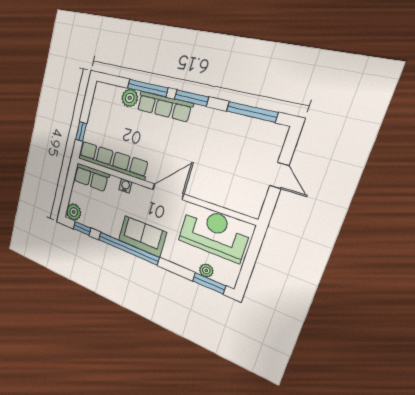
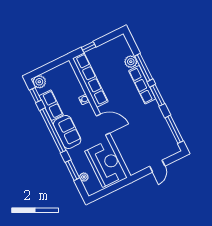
row of seats: (91, 177) -> (51, 105), moved, turned 180
window: (209, 283) -> (72, 170), moved

